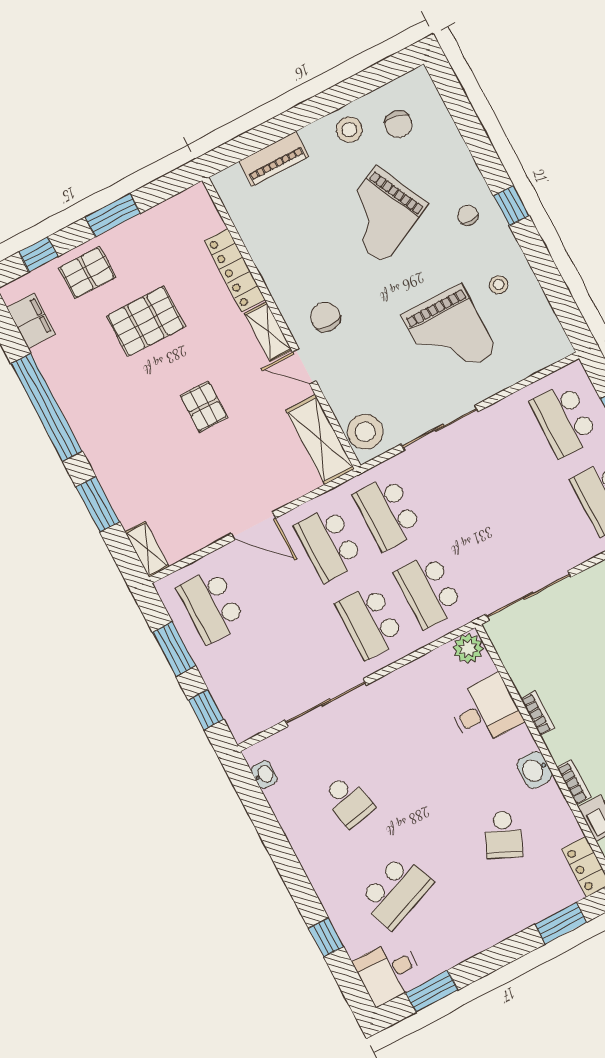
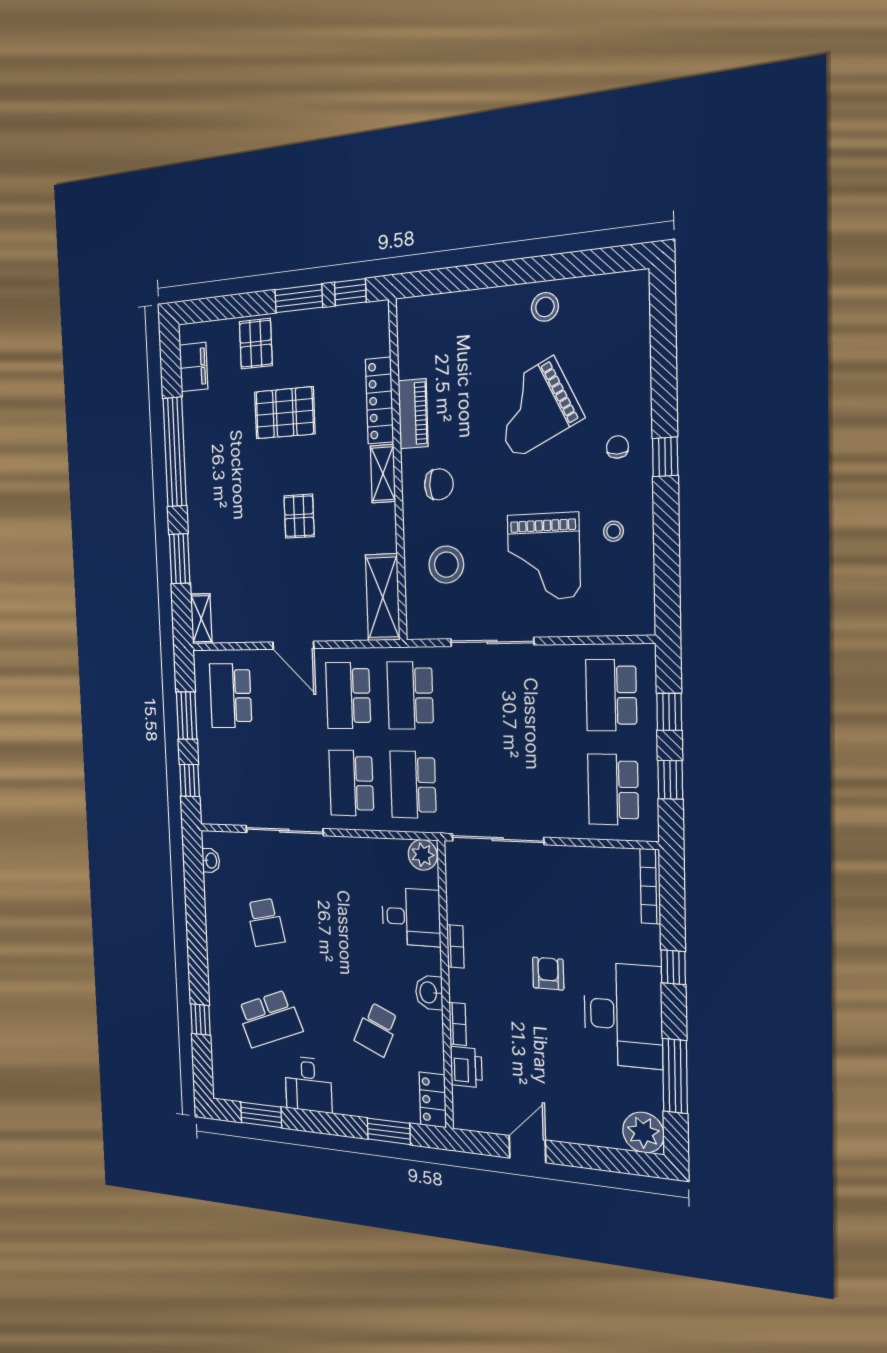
chair: (398, 124) -> (594, 322), removed
piano: (274, 159) -> (413, 414), moved, turned -90
window: (38, 254) -> (350, 292), moved
pallet: (87, 273) -> (256, 344), turned 90
chair: (325, 317) -> (439, 484), turned 90
door: (304, 366) -> (399, 522), removed
stool: (365, 432) -> (446, 565), moved
desk: (389, 972) -> (308, 1084), moved, turned -90

